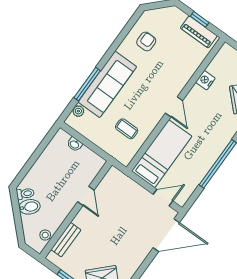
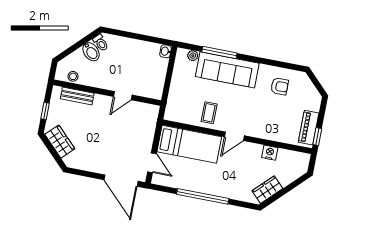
window: (200, 19) -> (317, 137), moved
coffee table: (127, 129) -> (209, 113), moved
washbasin: (75, 144) -> (165, 51), moved

